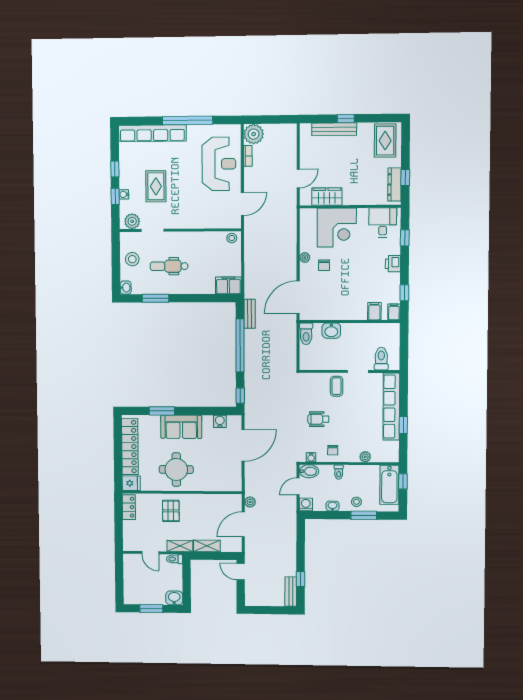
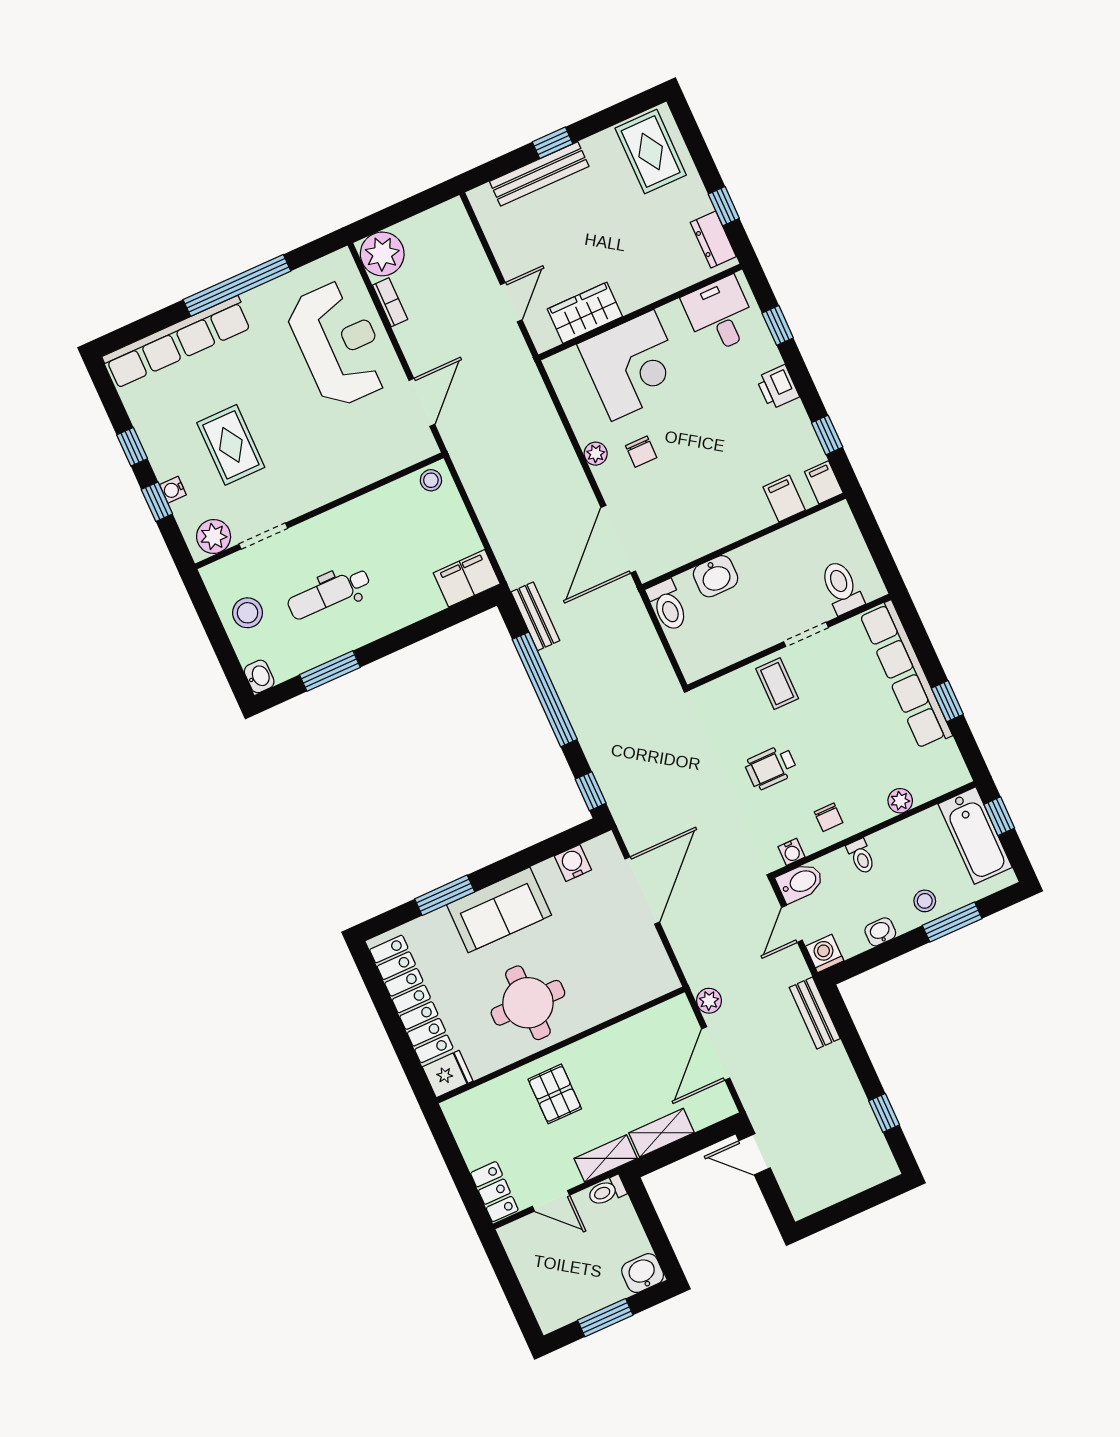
dresser: (394, 184) -> (713, 239), width x0.70
locker: (129, 507) -> (494, 1192), moved
bench: (291, 592) -> (815, 1013), moved

